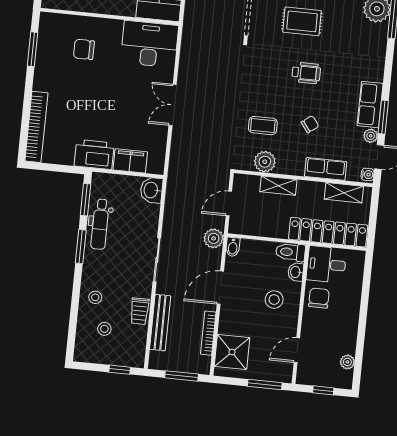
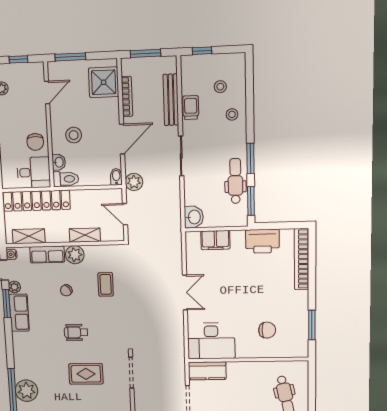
coffee table: (263, 126) -> (106, 284), turned 90
printer: (94, 154) -> (262, 241), moved
plant: (265, 162) -> (75, 255), moved
door: (229, 203) -> (125, 214), swing flipped

